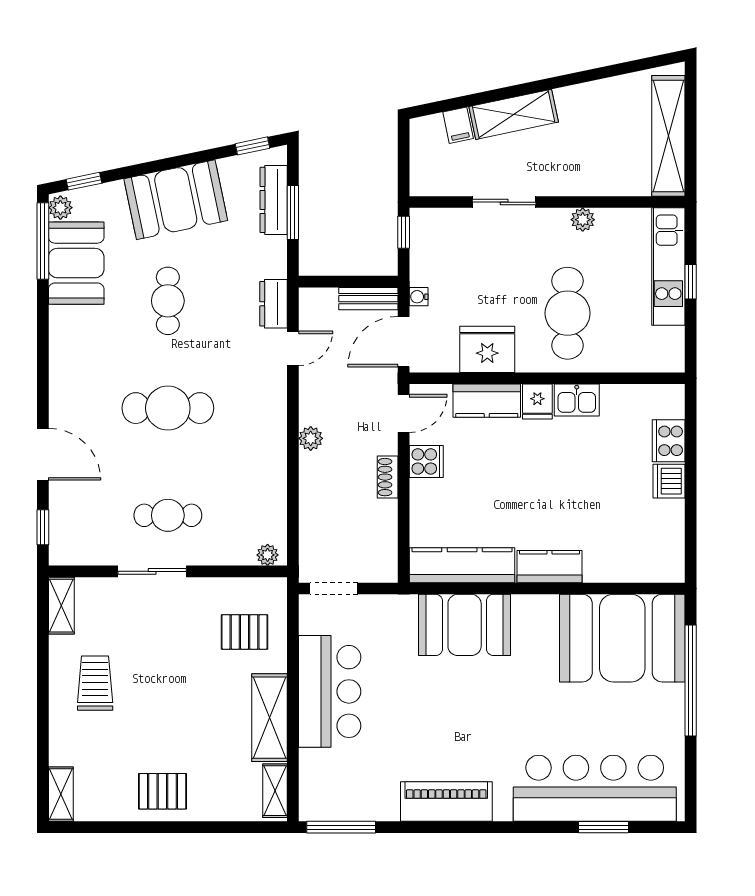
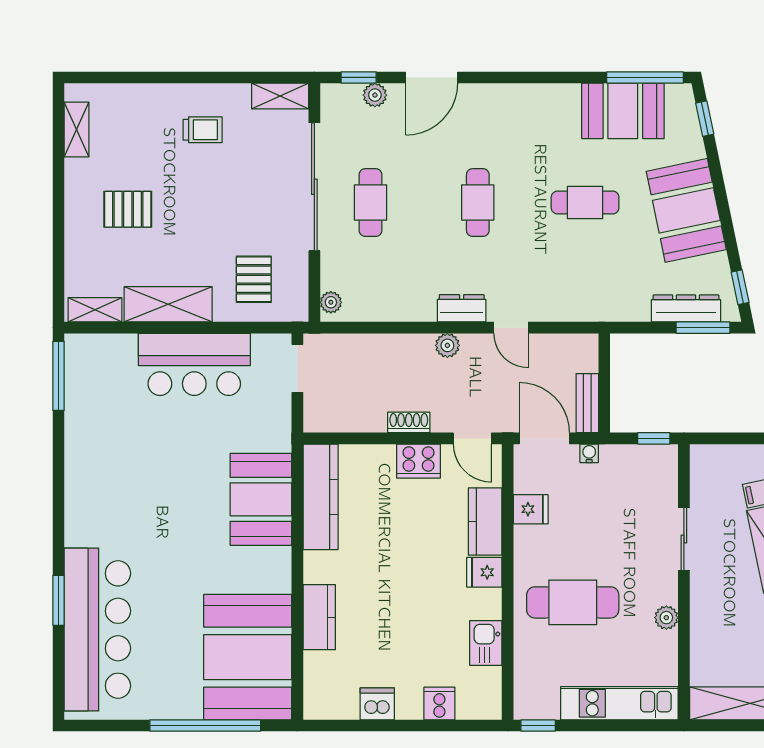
plant: (60, 208) -> (375, 95), moved
window: (293, 212) -> (703, 328), moved
window: (691, 282) -> (538, 726), moved
dresser: (273, 304) -> (462, 308), moved
door: (293, 348) -> (511, 328), moved
fridge: (487, 349) -> (531, 509), width x0.53, depth x0.75
kitchen sink: (577, 400) -> (486, 643), moved
cafe table: (168, 408) -> (478, 203), width x0.73, depth x0.74
cooker: (669, 441) -> (439, 704), width x0.73
cooker: (426, 461) -> (419, 461), width x1.36
dishwasher: (669, 481) -> (377, 704), moved
kitchen counter: (549, 567) -> (319, 617), moved
sliding door: (152, 571) -> (314, 187), width x1.86
trolley: (95, 683) -> (203, 130), width x0.73, depth x0.72
pallet: (162, 791) -> (128, 209), moved, turned 90
shelving: (61, 794) -> (77, 129), moved, turned 90
piano: (446, 802) -> (84, 481), removed
window: (603, 827) -> (59, 600), moved

